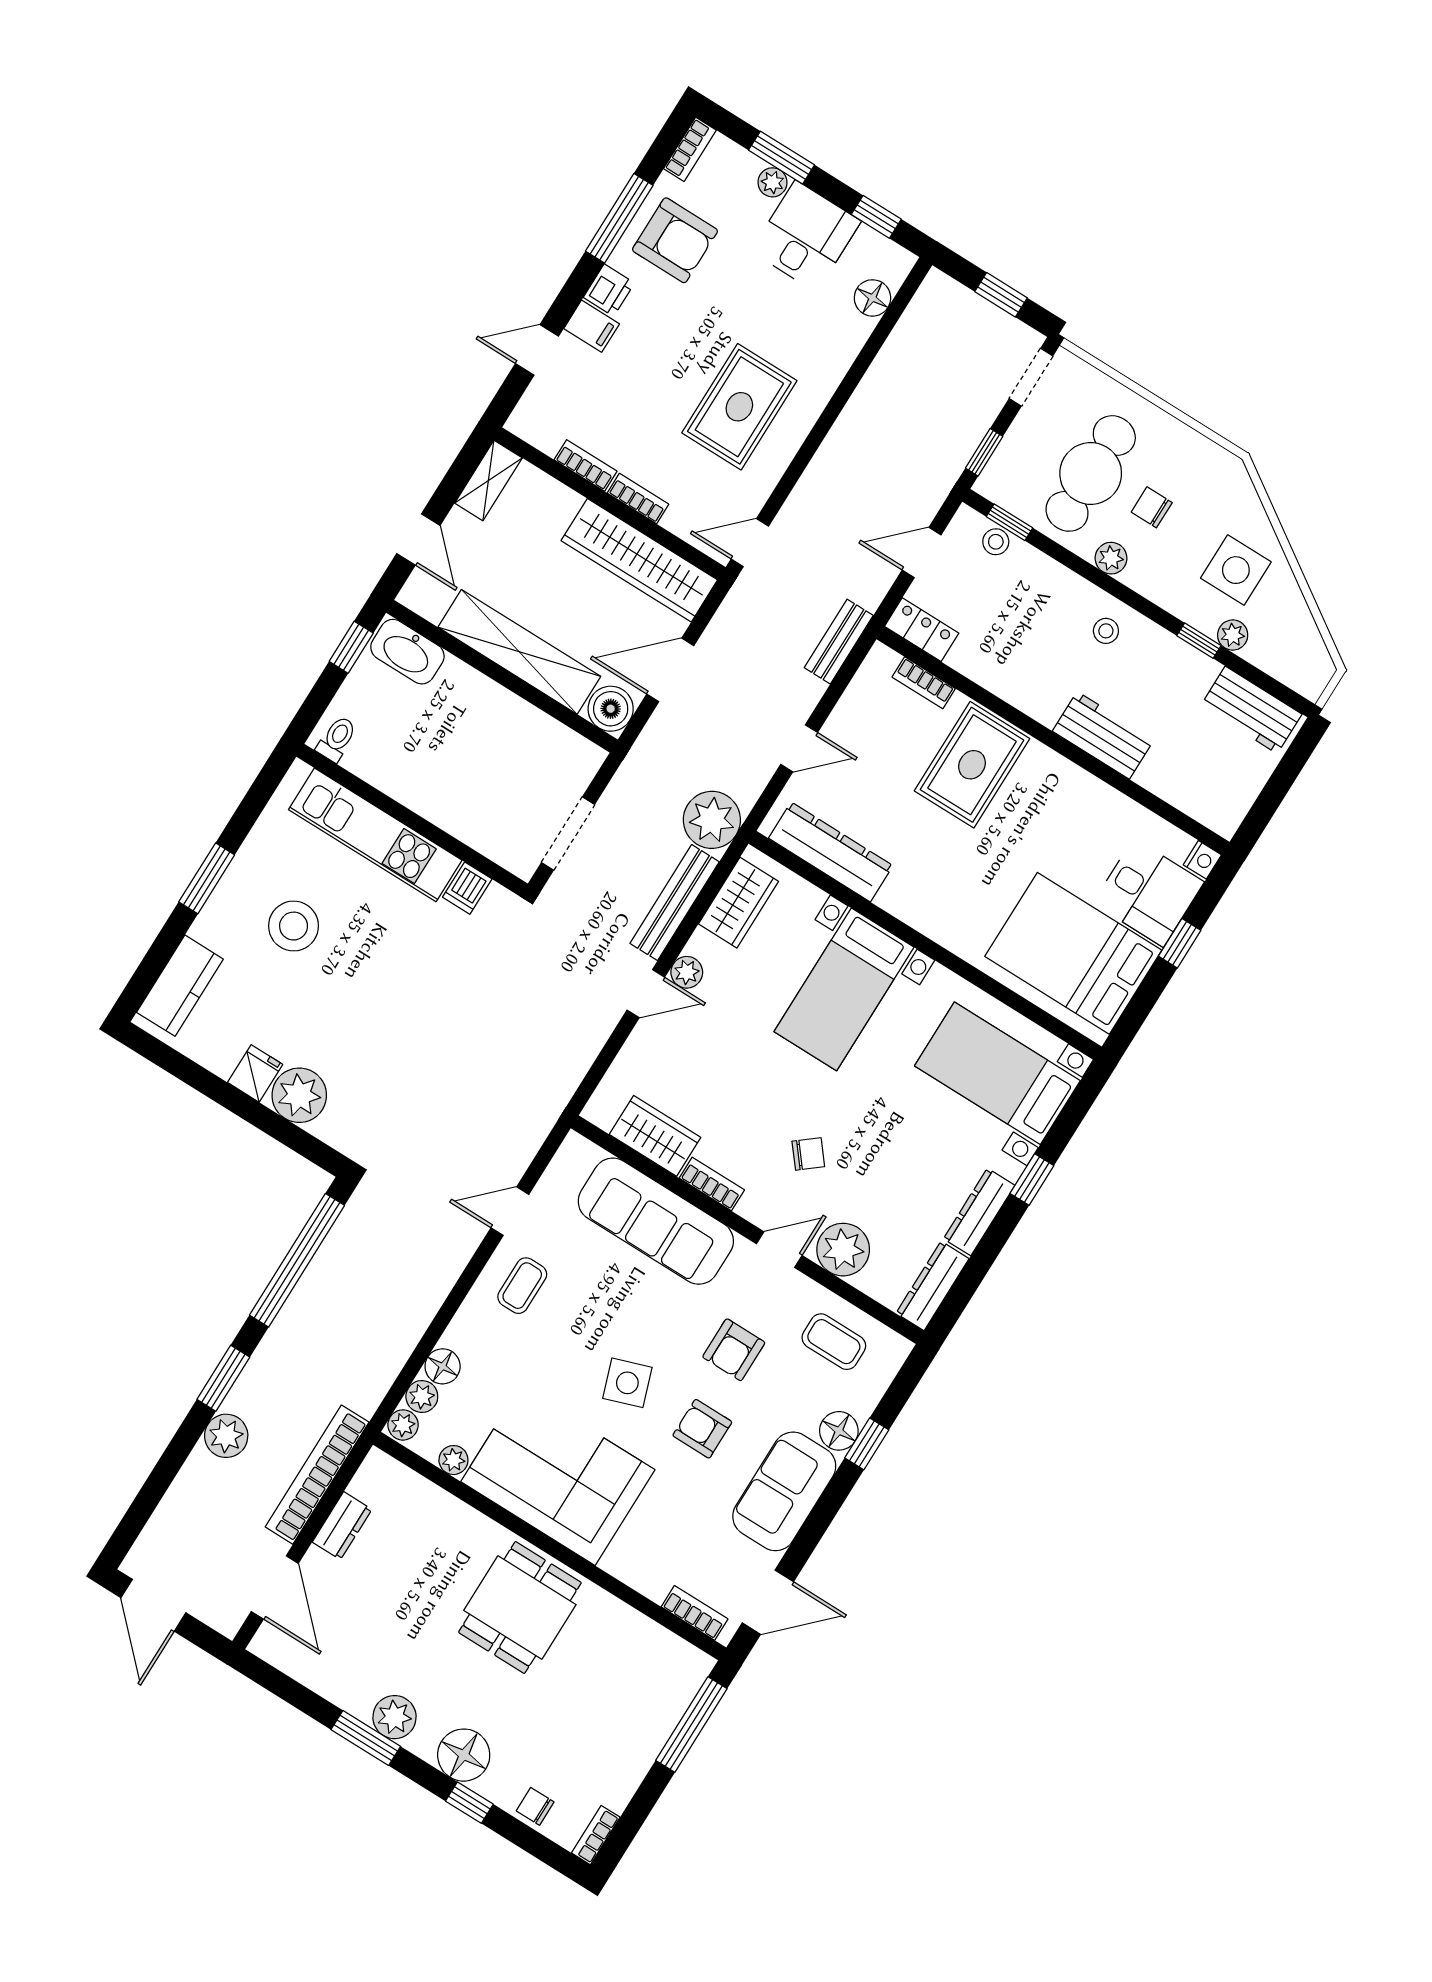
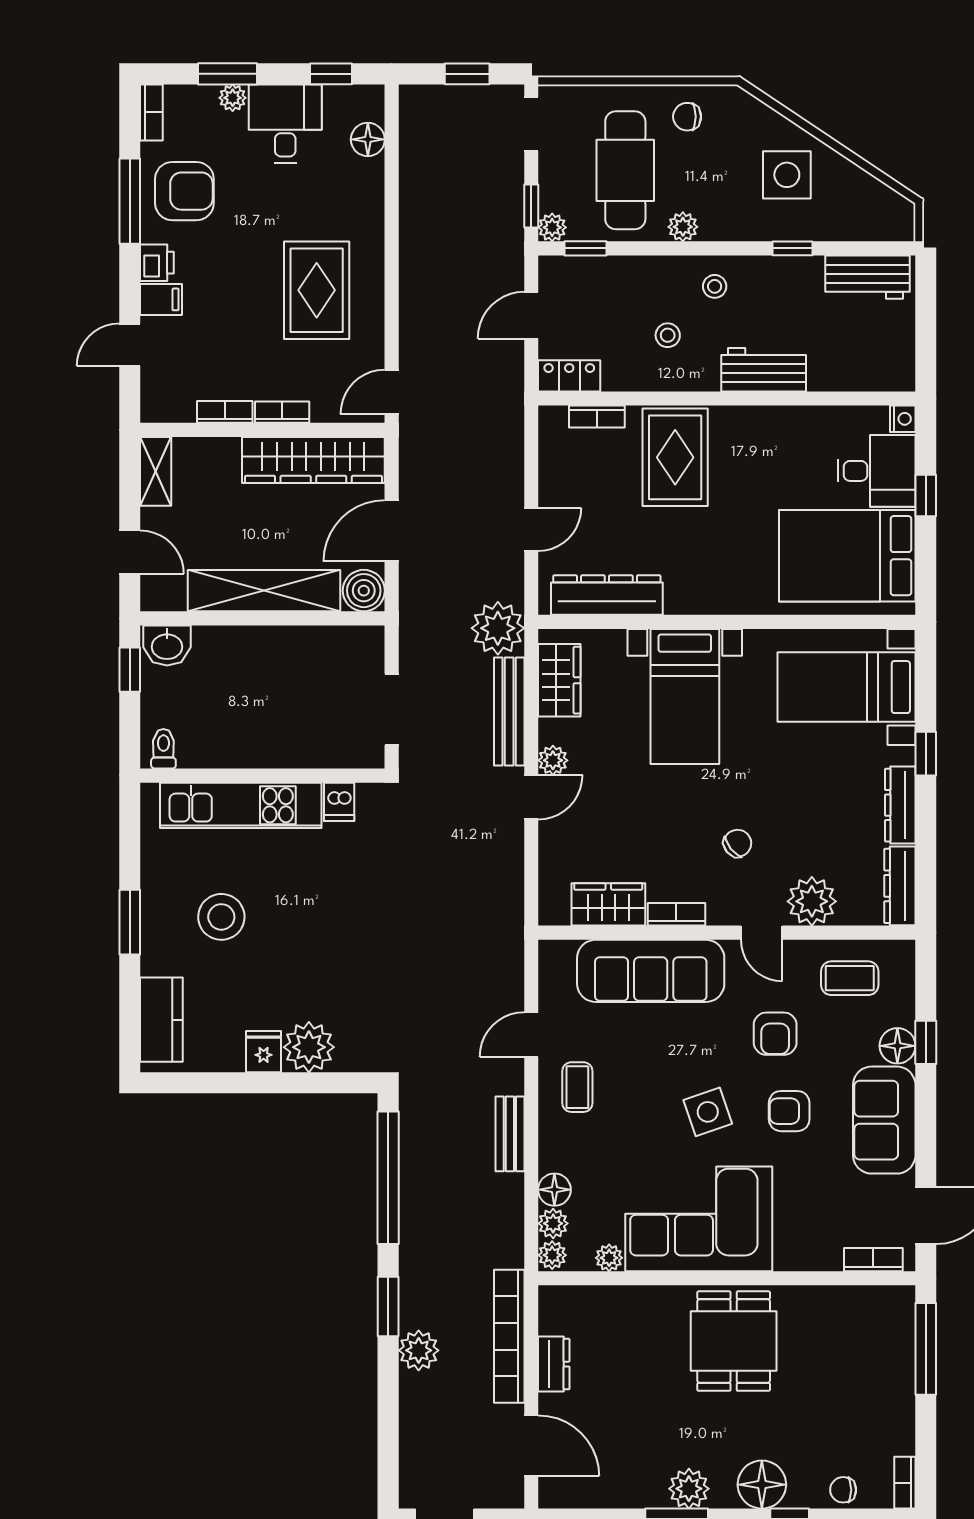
chair: (1152, 507) -> (687, 117), moved
stool: (996, 542) -> (668, 335), moved
plant: (1233, 635) -> (552, 227), moved
bench: (839, 642) -> (510, 1134), moved
washbasin: (407, 652) -> (167, 645), width x0.72
door: (779, 1250) -> (762, 933), swing flipped

